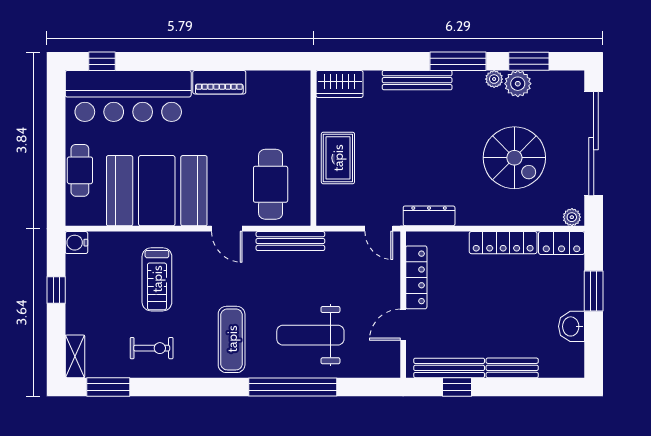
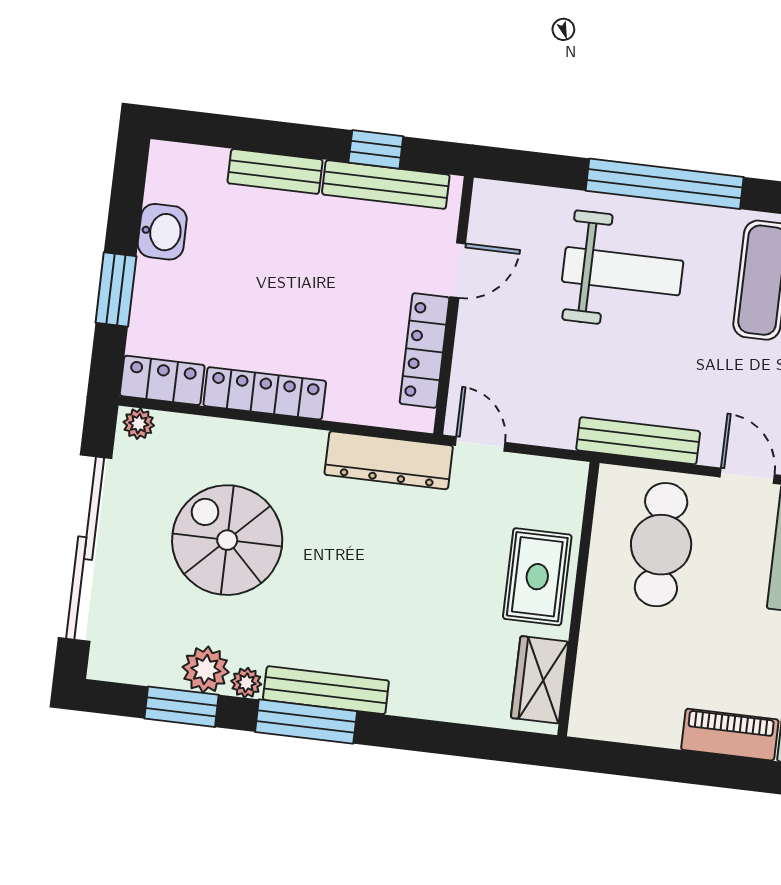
bench: (417, 80) -> (326, 690), moved
wardrobe: (340, 84) -> (540, 680), moved, turned -90
dresser: (429, 216) -> (389, 460), width x1.37, depth x1.24

